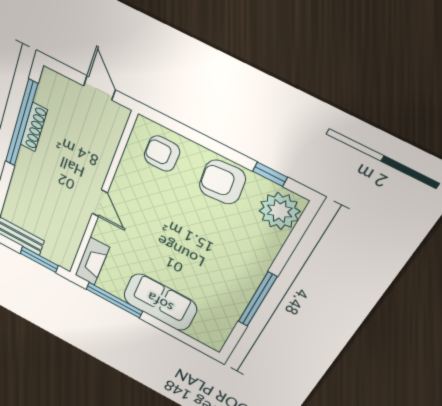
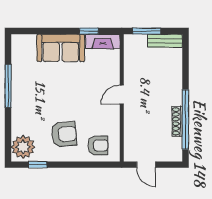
armchair: (222, 182) -> (64, 134), moved
door: (100, 203) -> (122, 95), hinge flipped
fireplace: (92, 261) -> (103, 41), moved, turned -90
window: (114, 300) -> (89, 31), width x0.46

